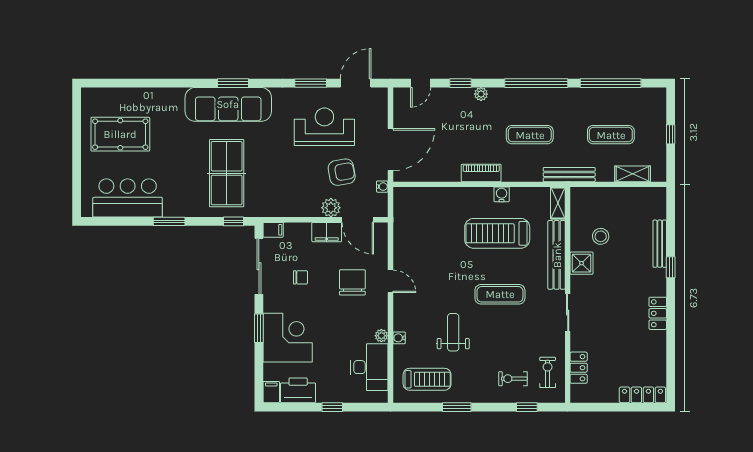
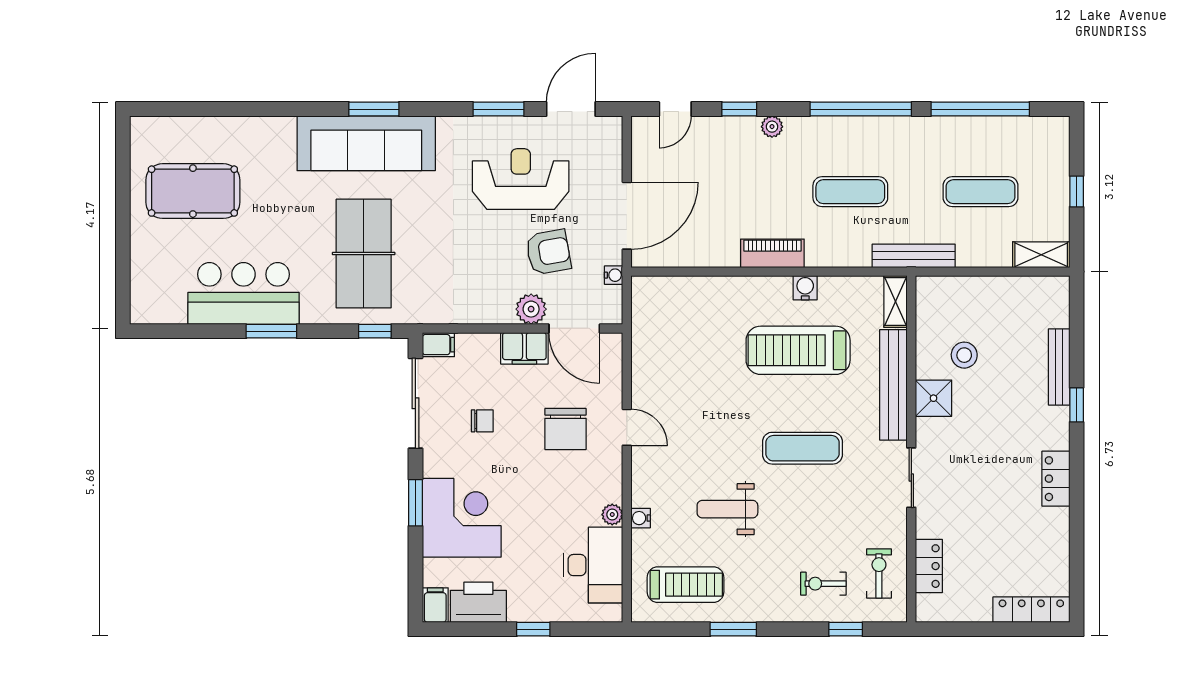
shelving: (633, 174) -> (1041, 255), moved
bar counter: (128, 198) -> (244, 293), moved
chair: (352, 282) -> (566, 429), turned 180
weight bench: (453, 332) -> (727, 509), turned -90

